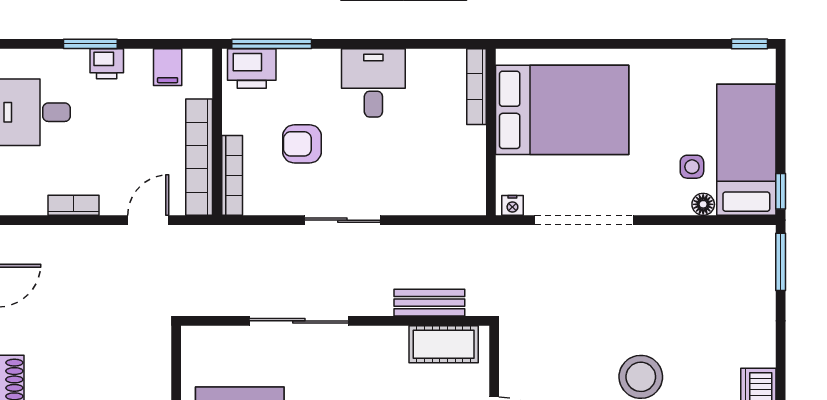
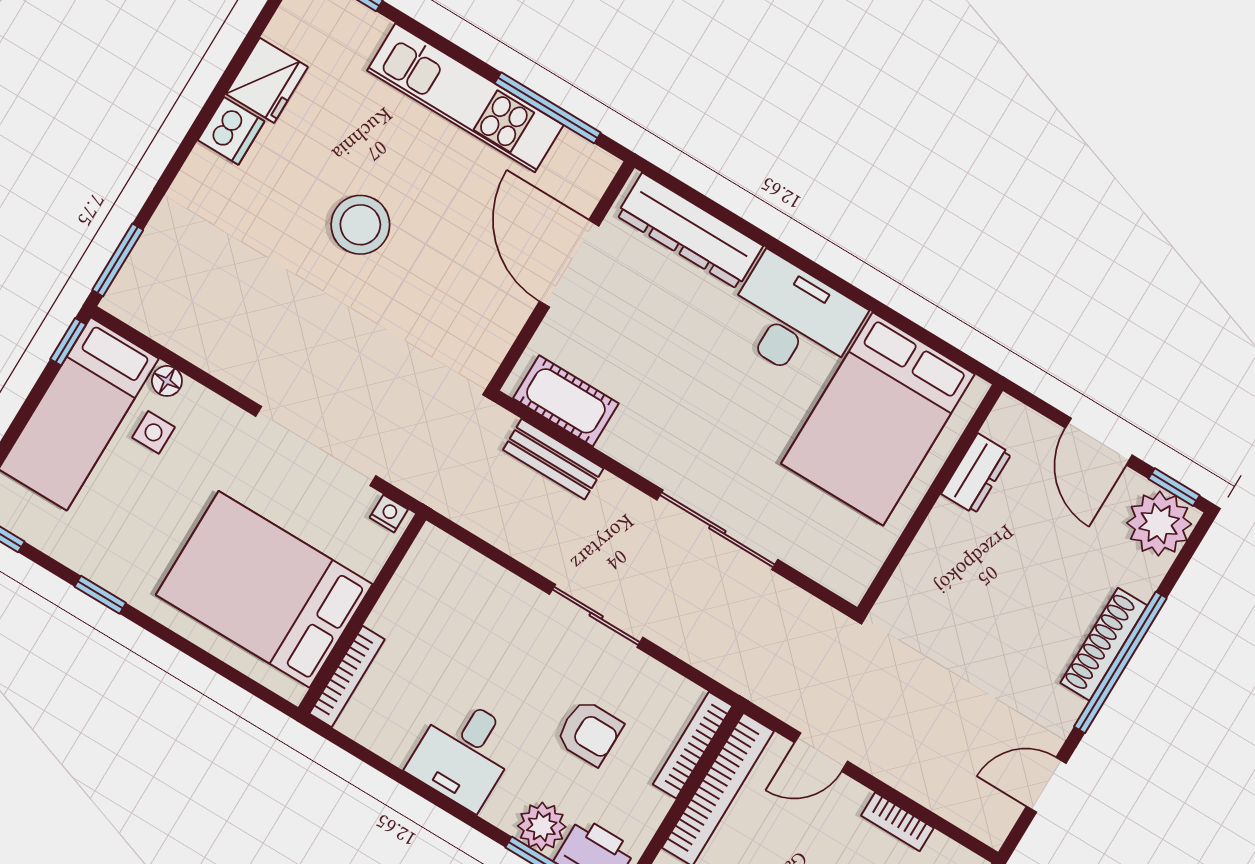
window: (664, 44) -> (100, 595), added
plant: (296, 66) -> (542, 826), added

